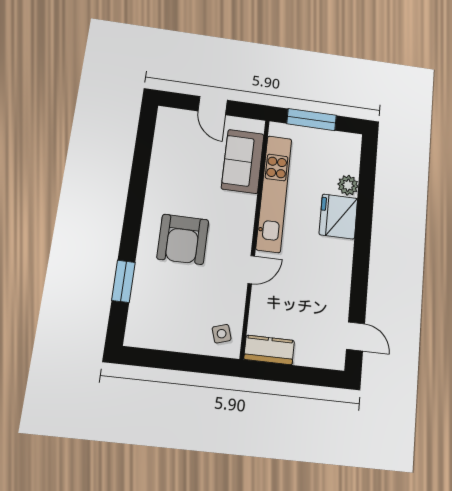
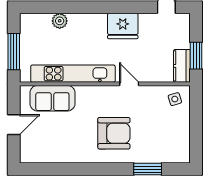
fridge: (338, 216) -> (123, 26), moved
window: (282, 373) -> (196, 56), added

